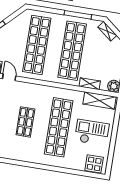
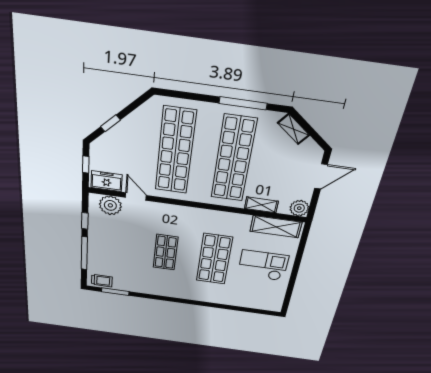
shop shelf: (59, 127) -> (214, 259), width x0.71
display table: (94, 164) -> (265, 300), removed

